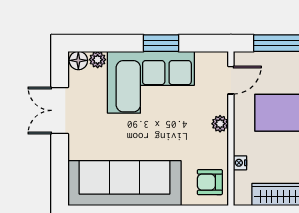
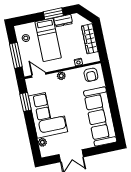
window: (161, 43) -> (26, 102), moved
floor lamp: (78, 60) -> (45, 152), removed

